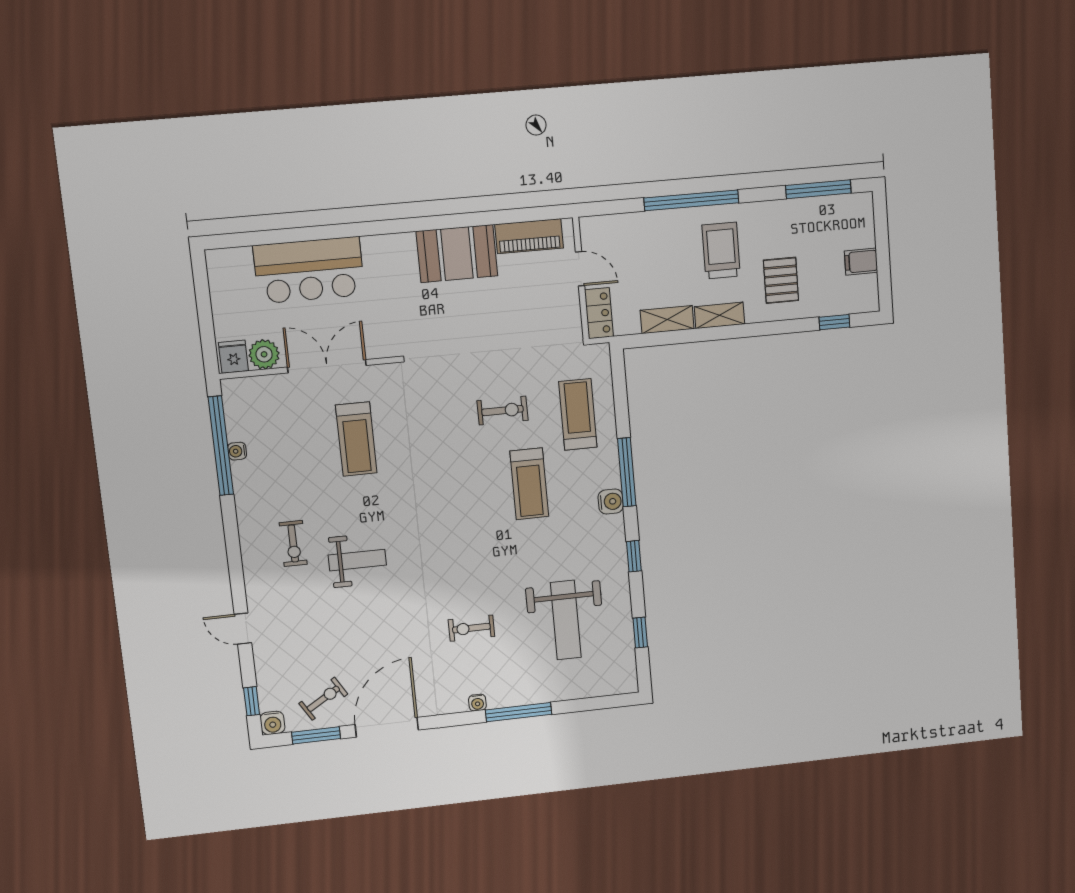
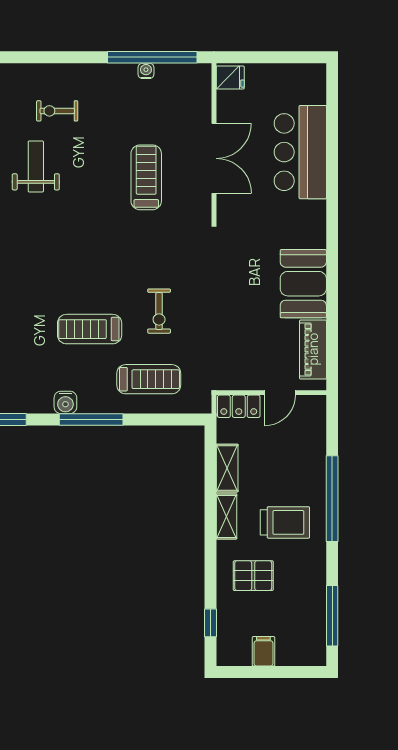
plant: (264, 354) -> (230, 104), removed
treadmill: (356, 439) -> (146, 177), turned 90
weight bench: (357, 560) -> (36, 166), turned 180

